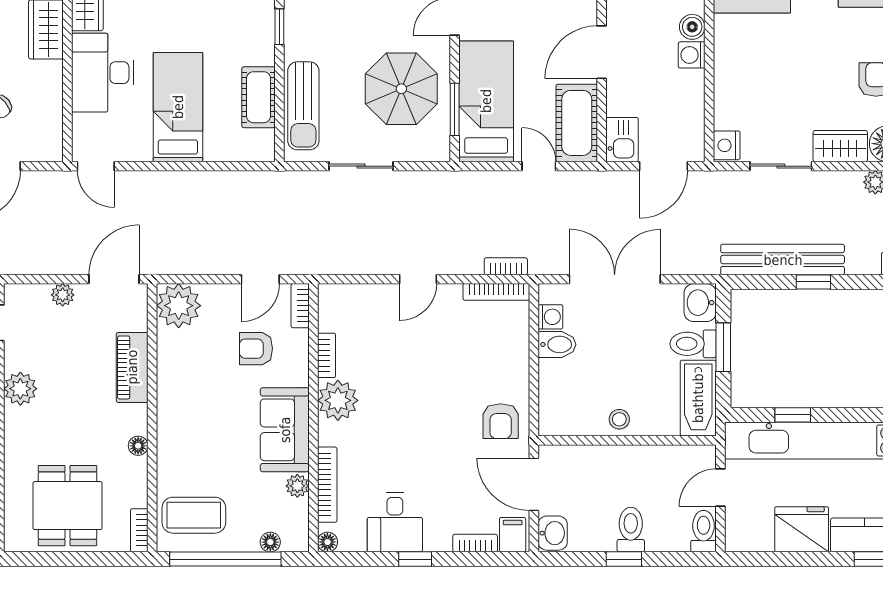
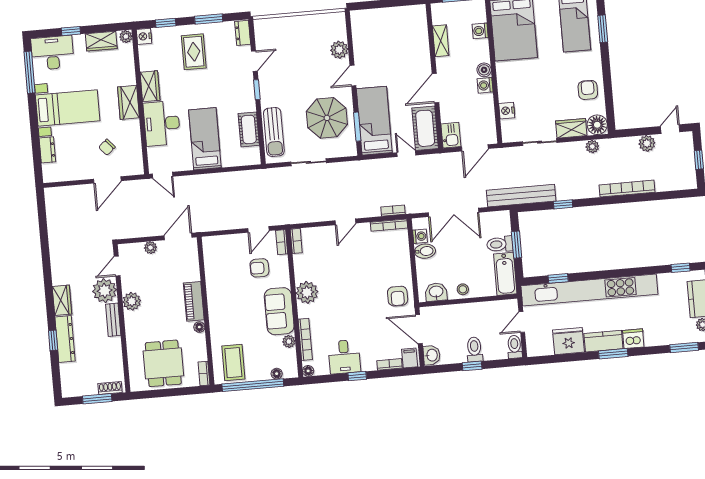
nightstand: (727, 145) -> (507, 111), moved
bench: (783, 260) -> (521, 196), moved
double door: (615, 279) -> (454, 212), swing flipped
washbasin: (700, 303) -> (436, 292), moved, turned 90
plant: (179, 306) -> (215, 248), removed
bookcase: (326, 355) -> (296, 241), moved
piano: (132, 367) -> (194, 301), moved
coffee table: (194, 515) -> (233, 363), turned 90

